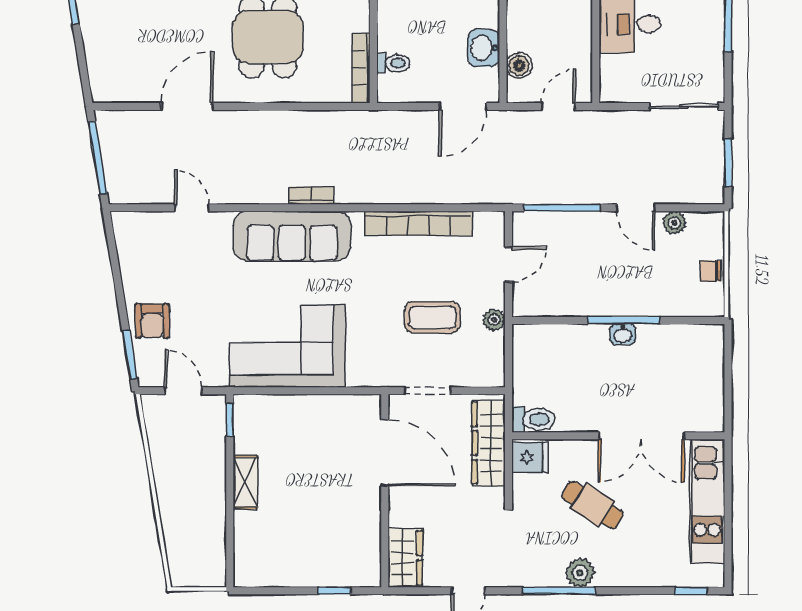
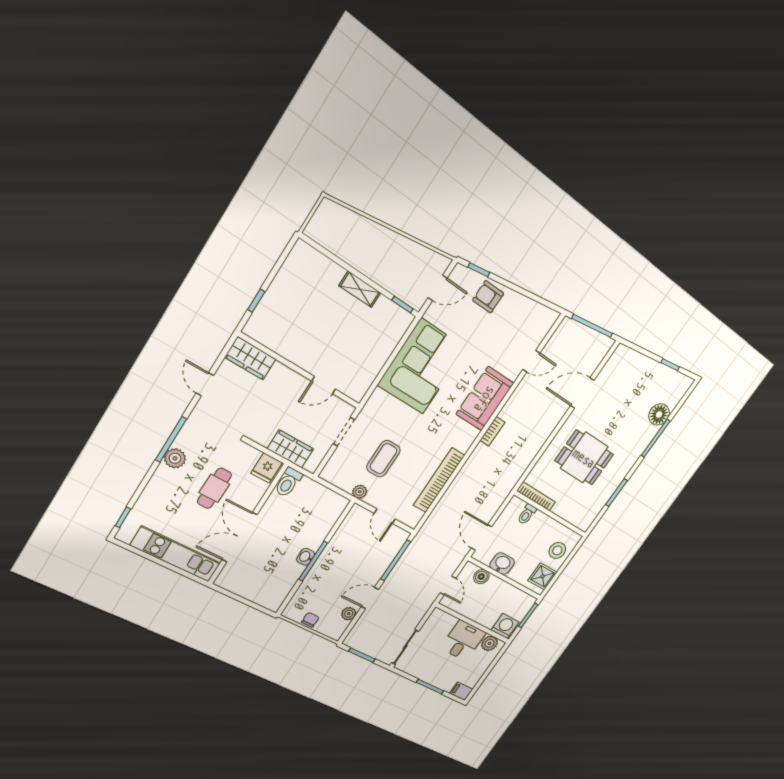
door: (187, 106) -> (582, 393), swing flipped
sofa: (292, 236) -> (485, 399), width x0.73
window: (130, 355) -> (479, 270), width x0.67
wardrobe: (488, 443) -> (290, 449), width x0.67
door: (385, 453) -> (324, 385), width x0.53
cafe table: (593, 505) -> (214, 488), turned -31

